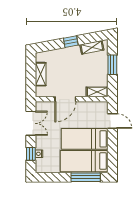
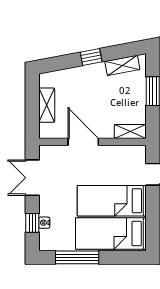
door: (65, 99) -> (83, 142), swing flipped
double door: (31, 123) -> (32, 178), swing flipped
window: (86, 177) -> (77, 257), moved

